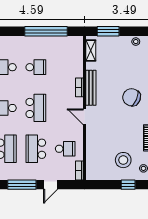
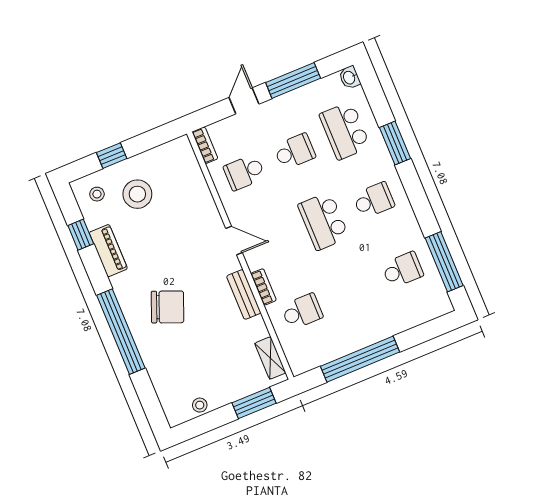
school desk: (36, 67) -> (302, 311), moved, turned 180
bench: (91, 88) -> (244, 294), width x0.73
school desk: (36, 149) -> (295, 151), width x0.54

